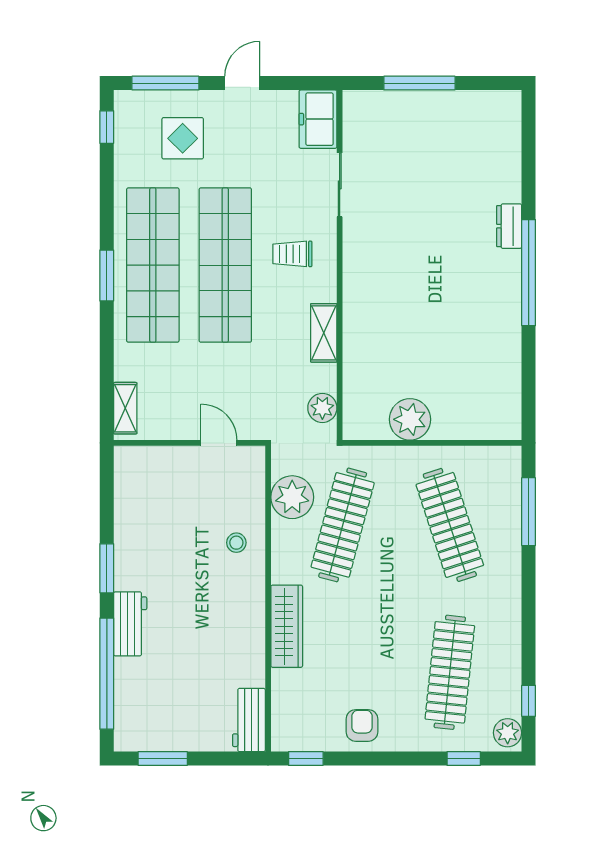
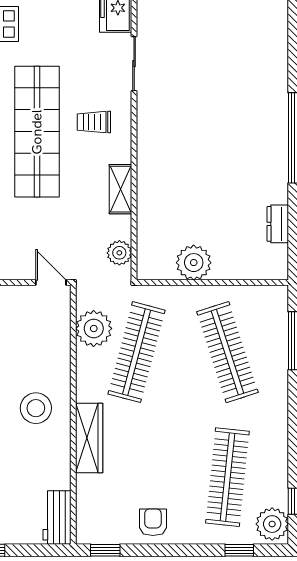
dresser: (509, 226) -> (278, 224), moved
door: (219, 443) -> (51, 282), moved
stool: (236, 543) -> (36, 408), moved, width x1.89, depth x1.89
plant: (508, 733) -> (272, 524), width x1.36, depth x1.36

